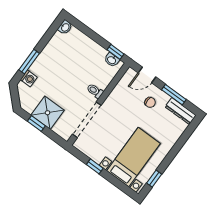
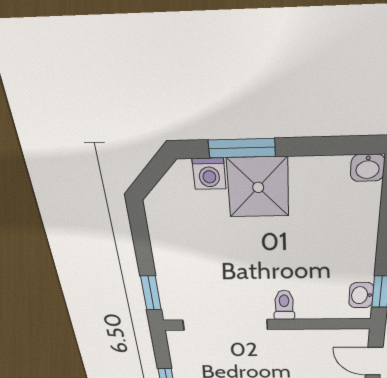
shower: (48, 113) -> (258, 187), moved
window: (36, 124) -> (151, 293), moved

